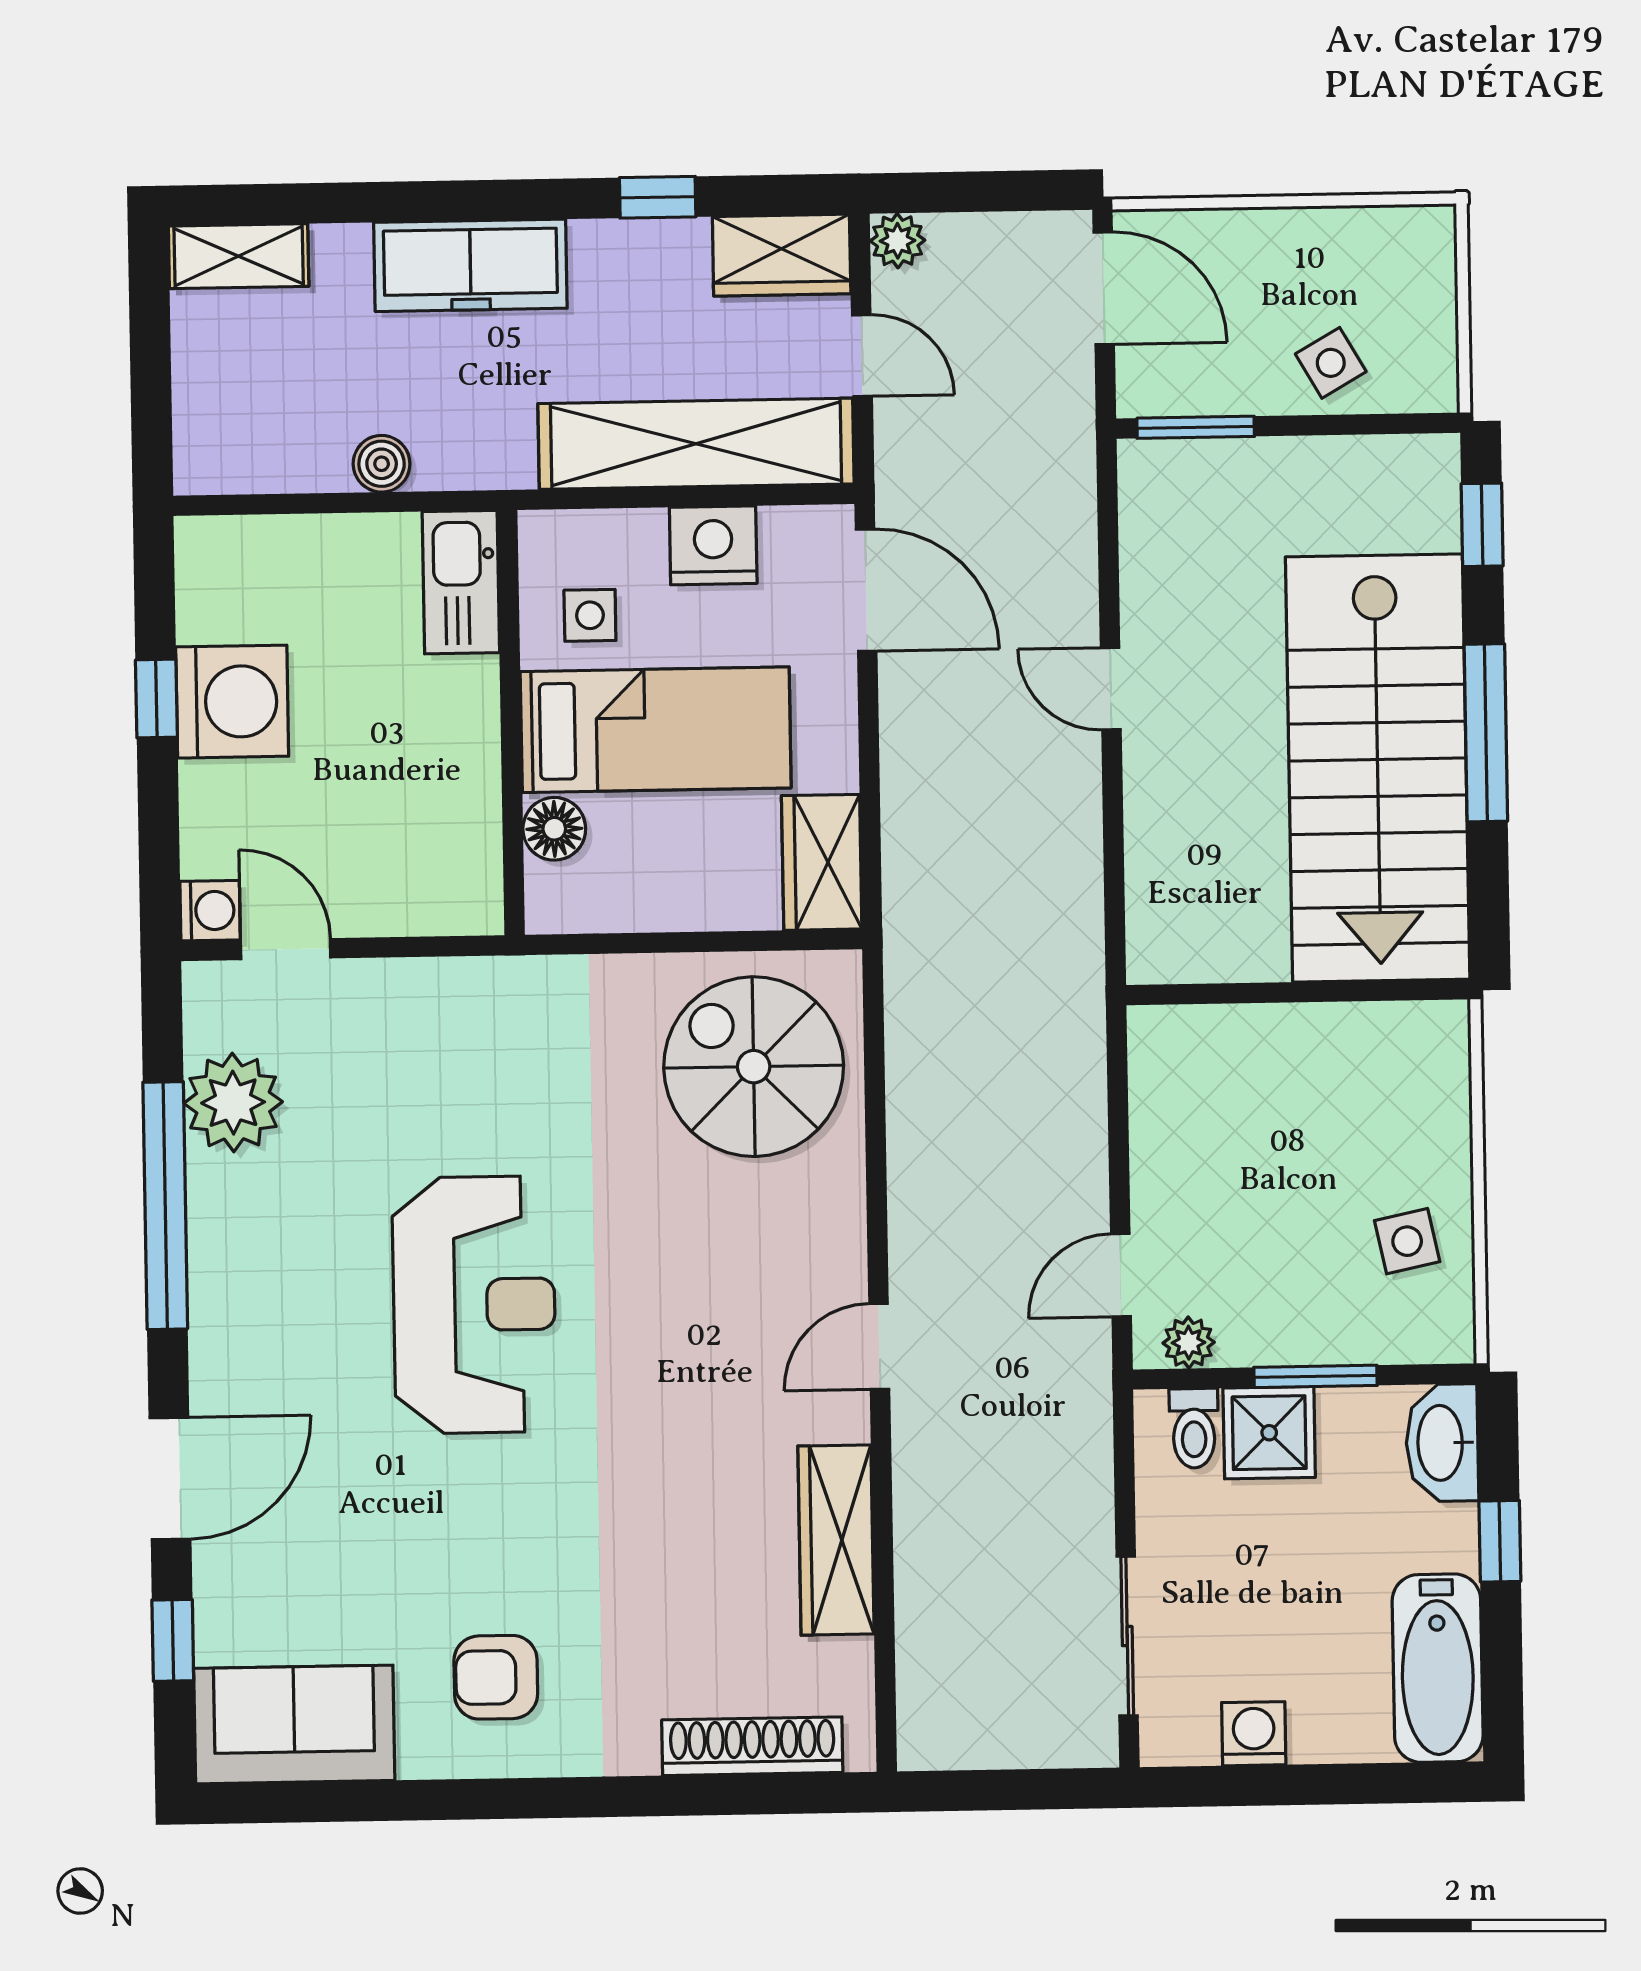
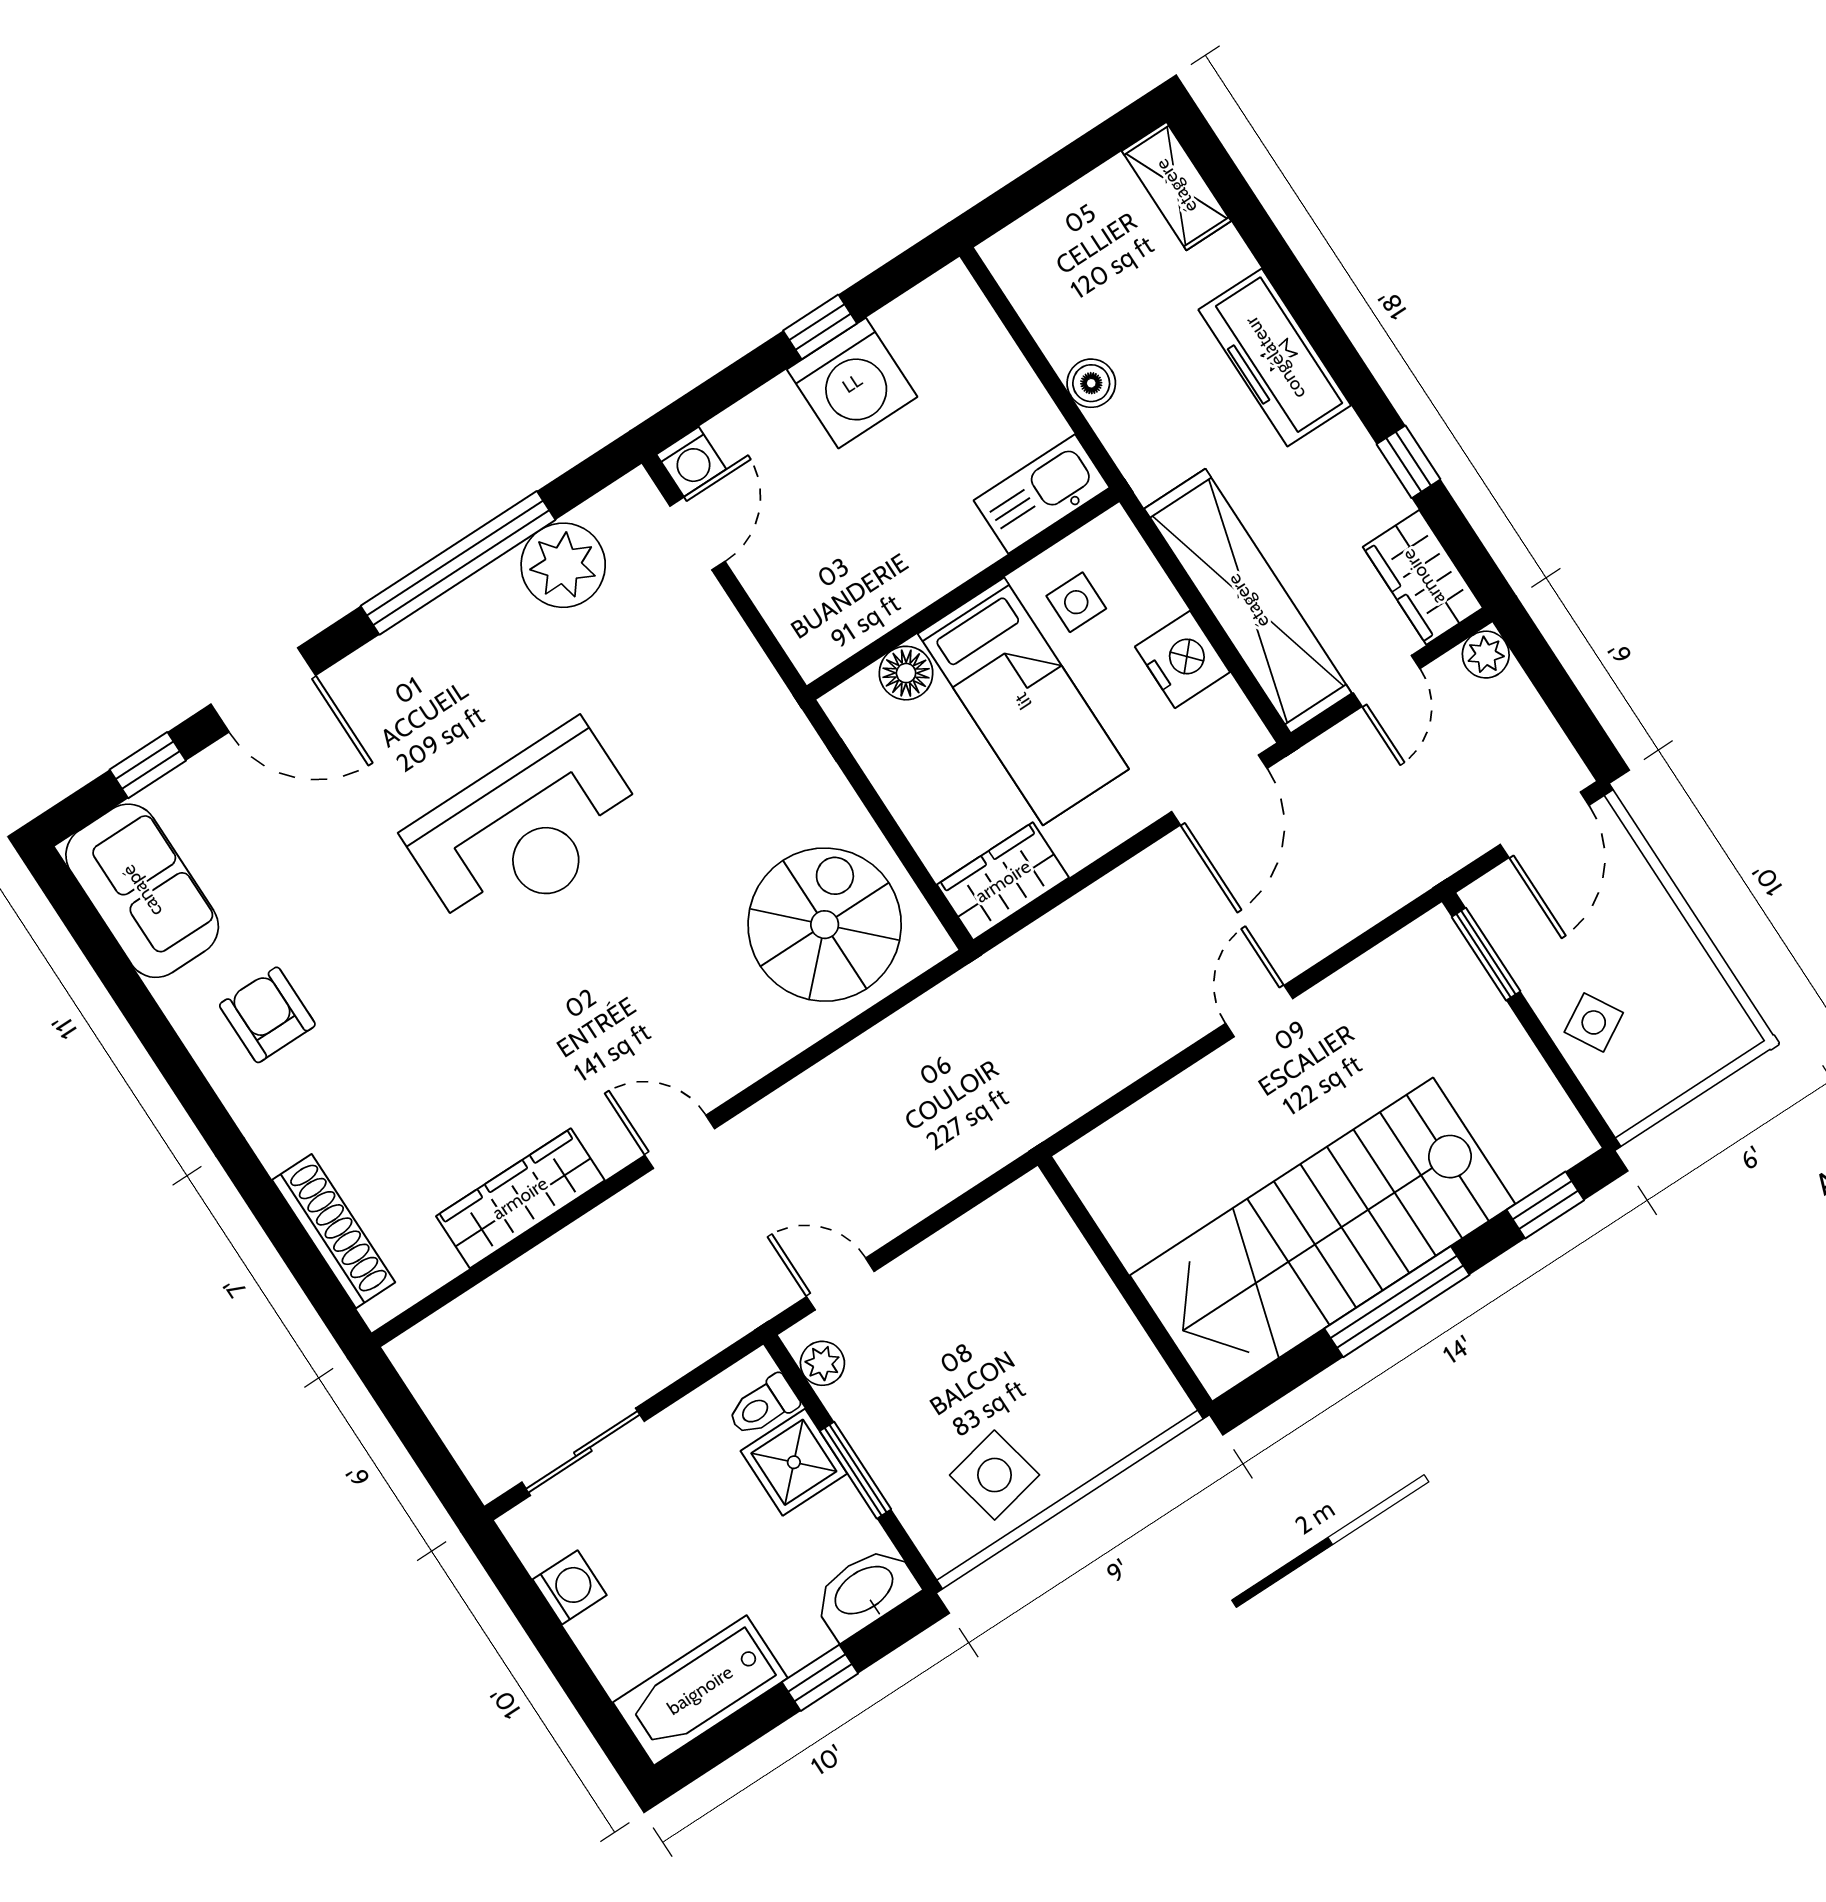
side table: (1407, 1241) -> (995, 1475), width x1.37, depth x1.37

